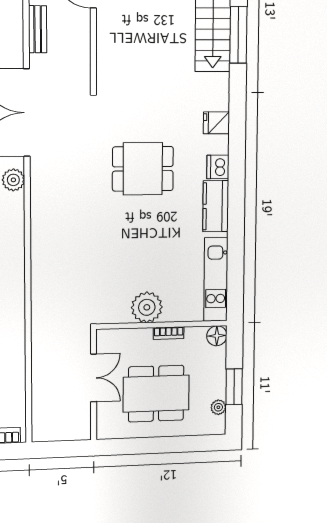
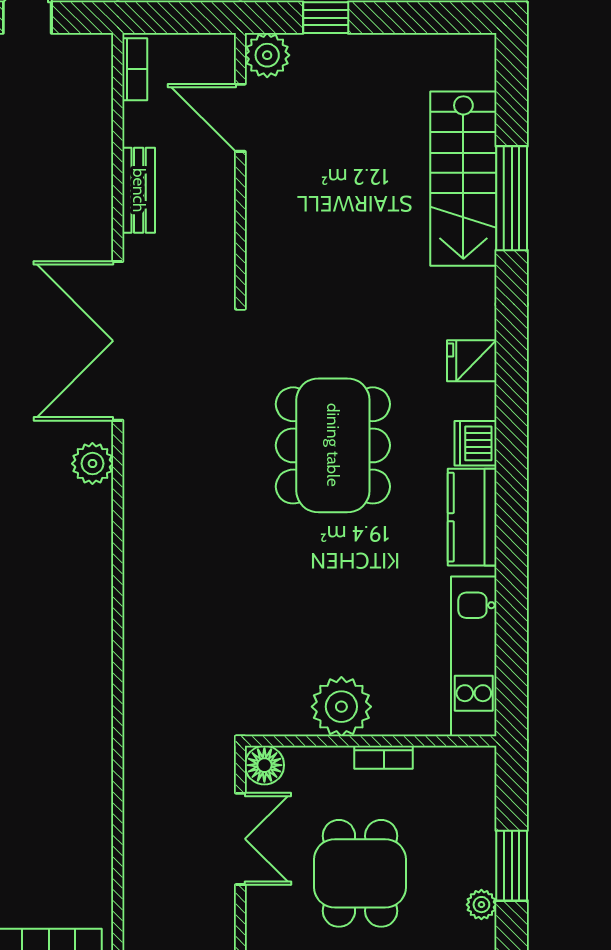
dining table: (143, 169) -> (333, 445), width x1.38
floor lamp: (217, 336) -> (264, 765), moved
dining table: (156, 394) -> (360, 873), width x0.73

